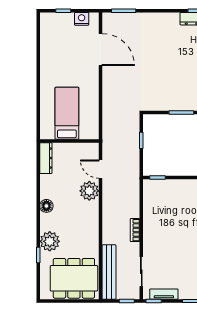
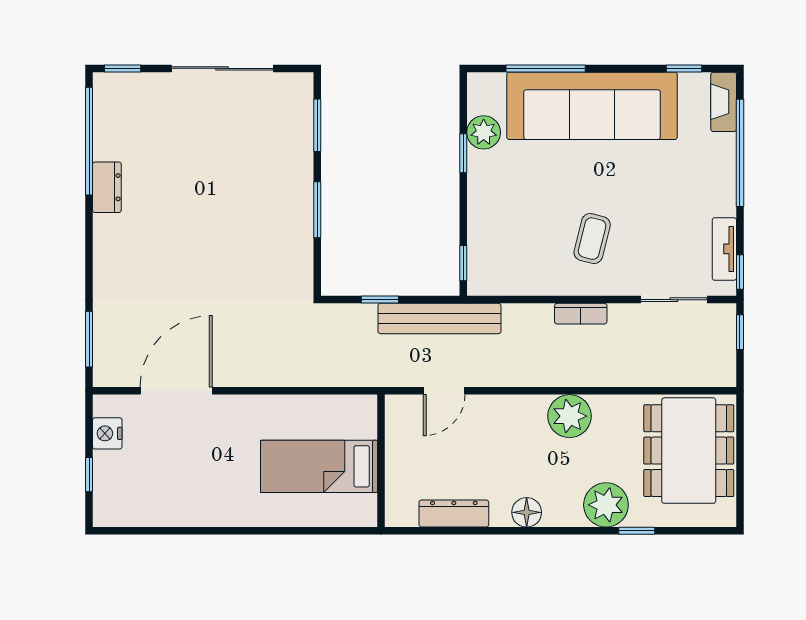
dresser: (46, 158) -> (454, 514), moved
plant: (89, 191) -> (570, 416), moved
coffee table: (169, 235) -> (592, 239), added
bench: (109, 272) -> (439, 319), moved

